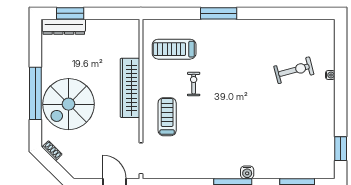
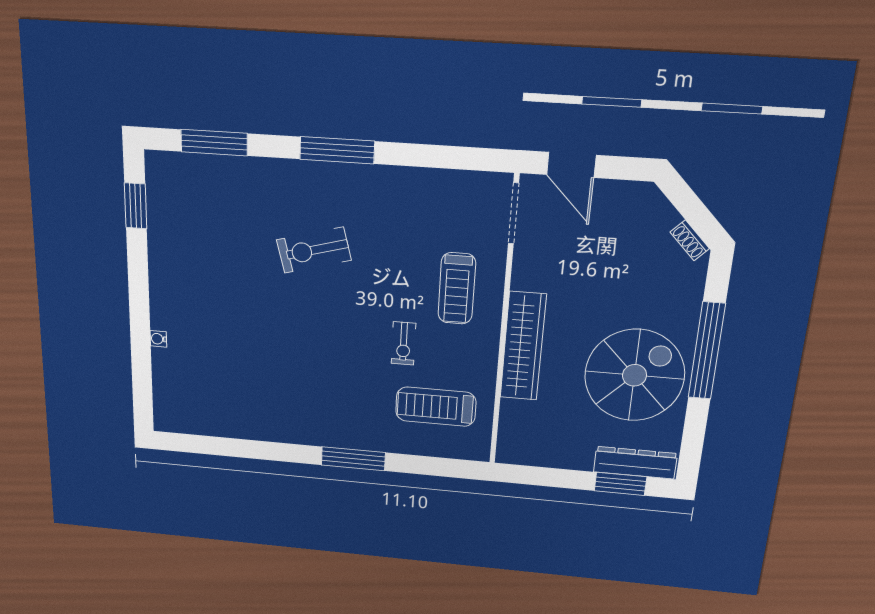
treadmill: (174, 49) -> (436, 407), turned 180
exercise bike: (294, 70) -> (314, 250), moved
spiral stairs: (69, 104) -> (635, 375), moved
water cooler: (247, 172) -> (309, 172), removed

